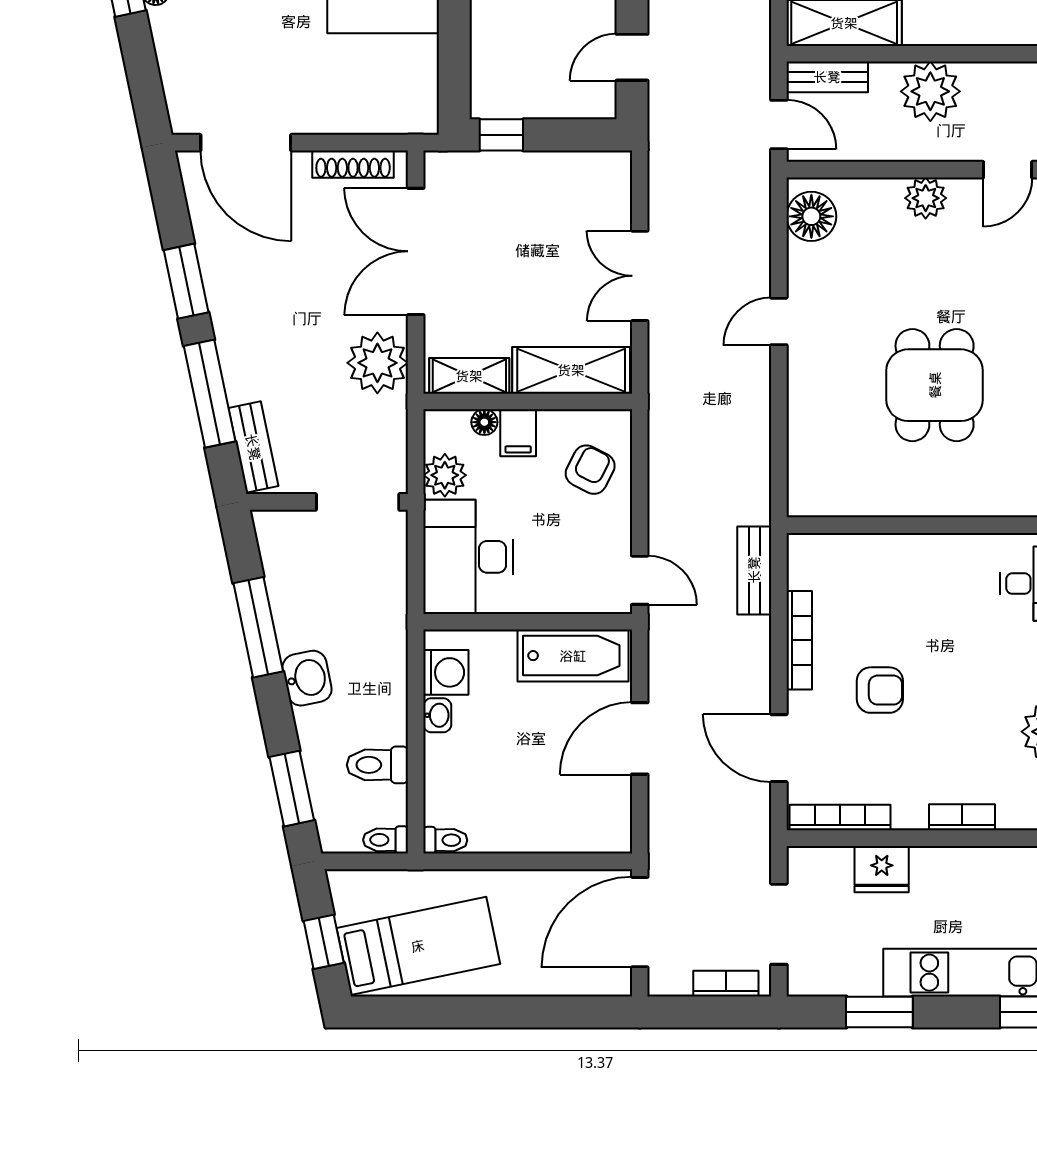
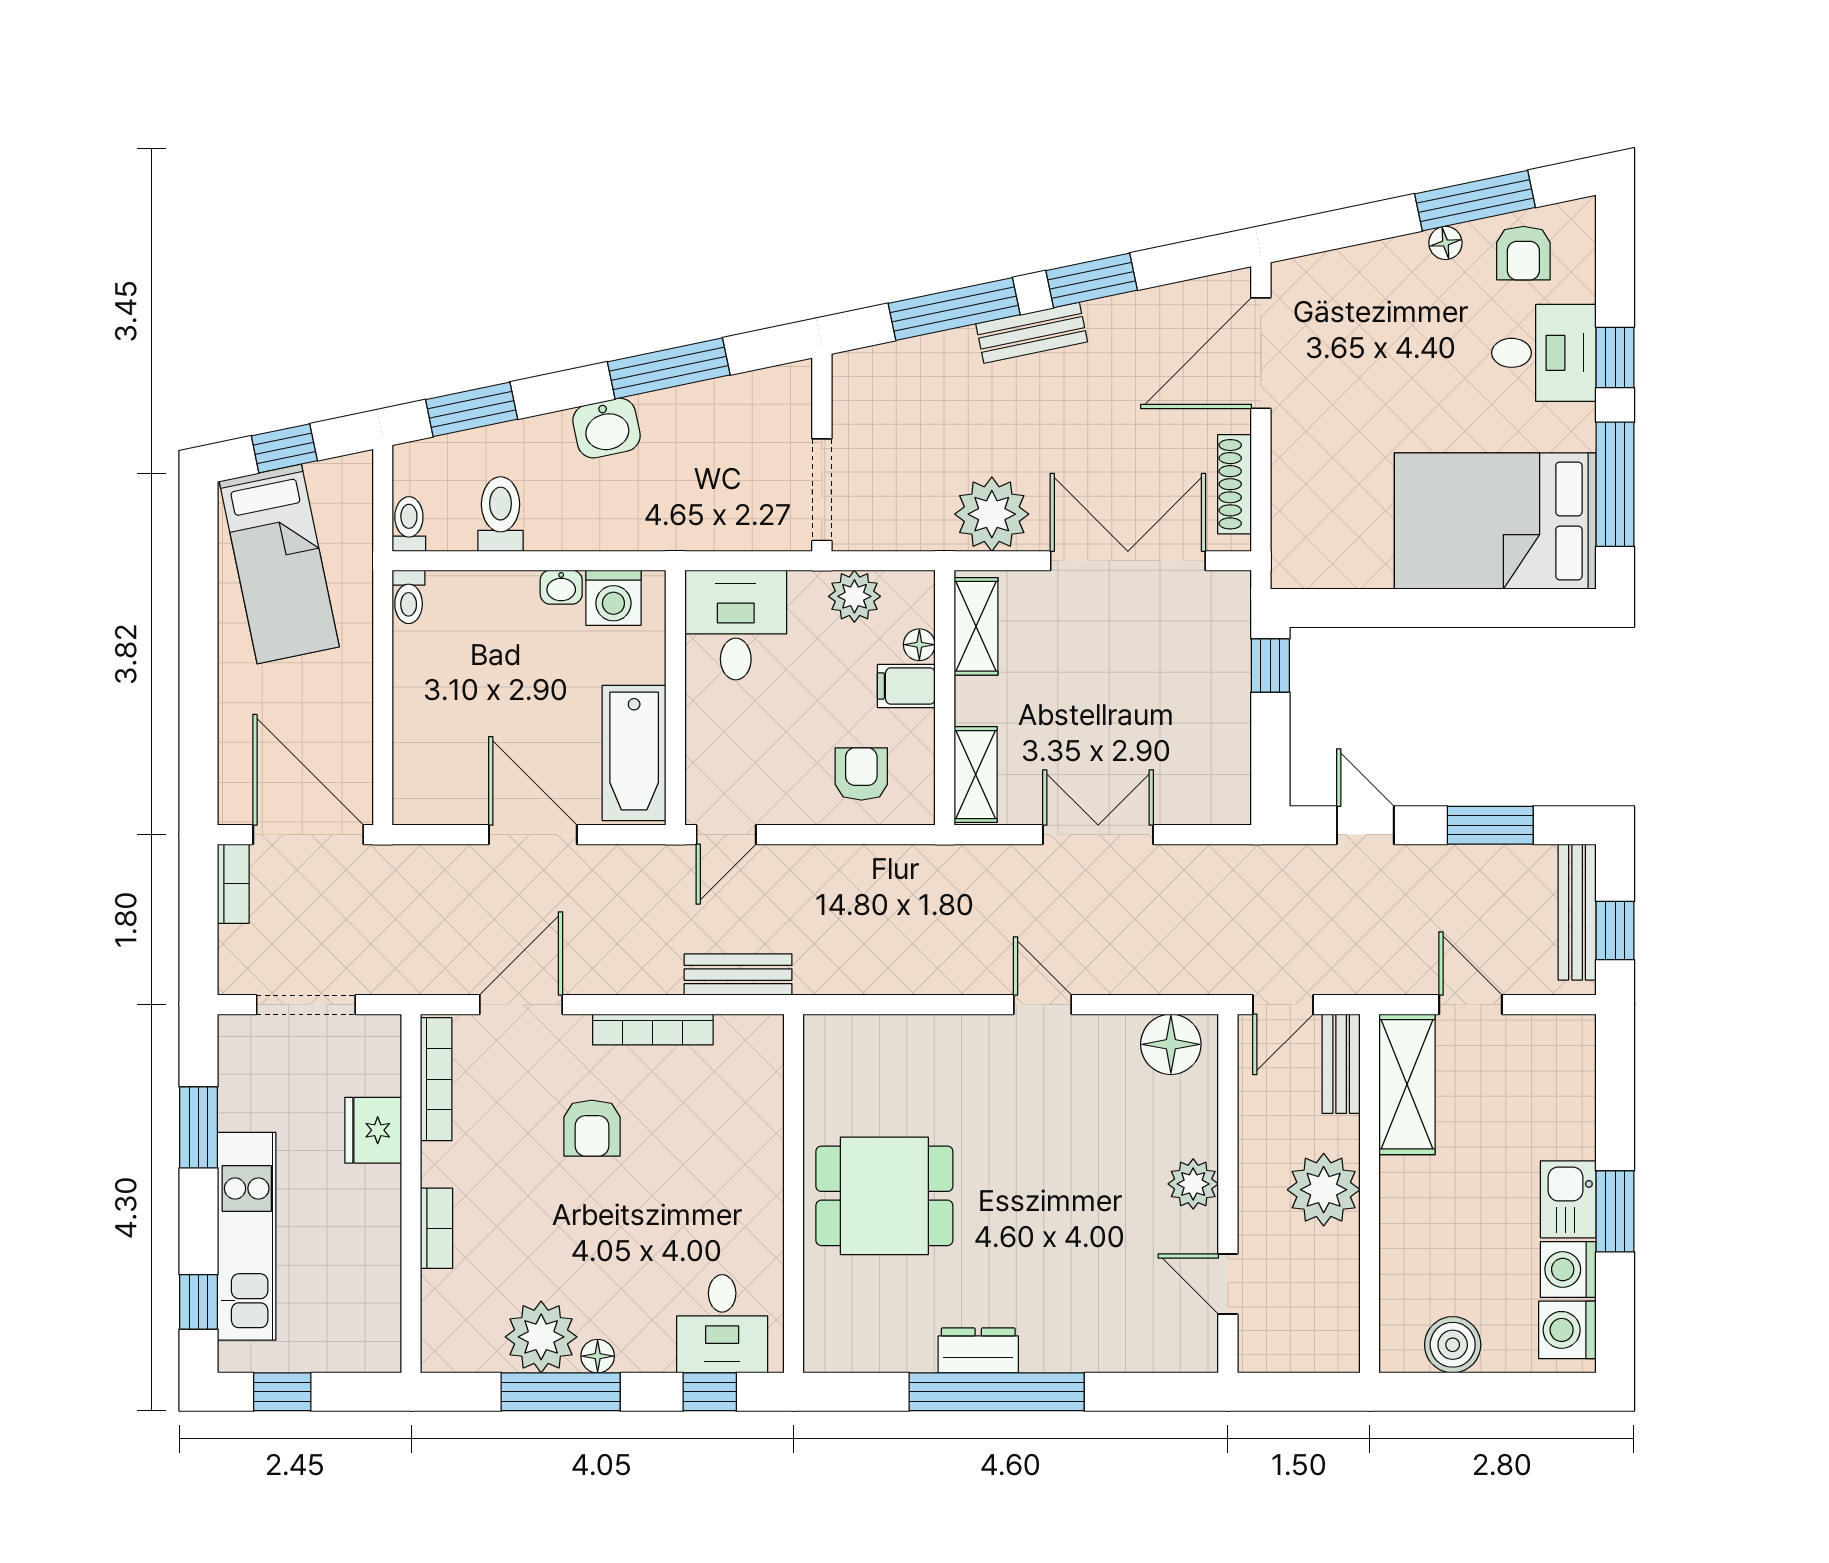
shelving: (571, 370) -> (976, 775), width x0.67, depth x0.75
dining table: (935, 385) -> (884, 1196), moved
bench: (253, 447) -> (1032, 333), moved
armchair: (590, 470) -> (861, 774), turned -117
desk: (468, 557) -> (736, 625), width x0.73
bookcase: (726, 984) -> (233, 884), moved

